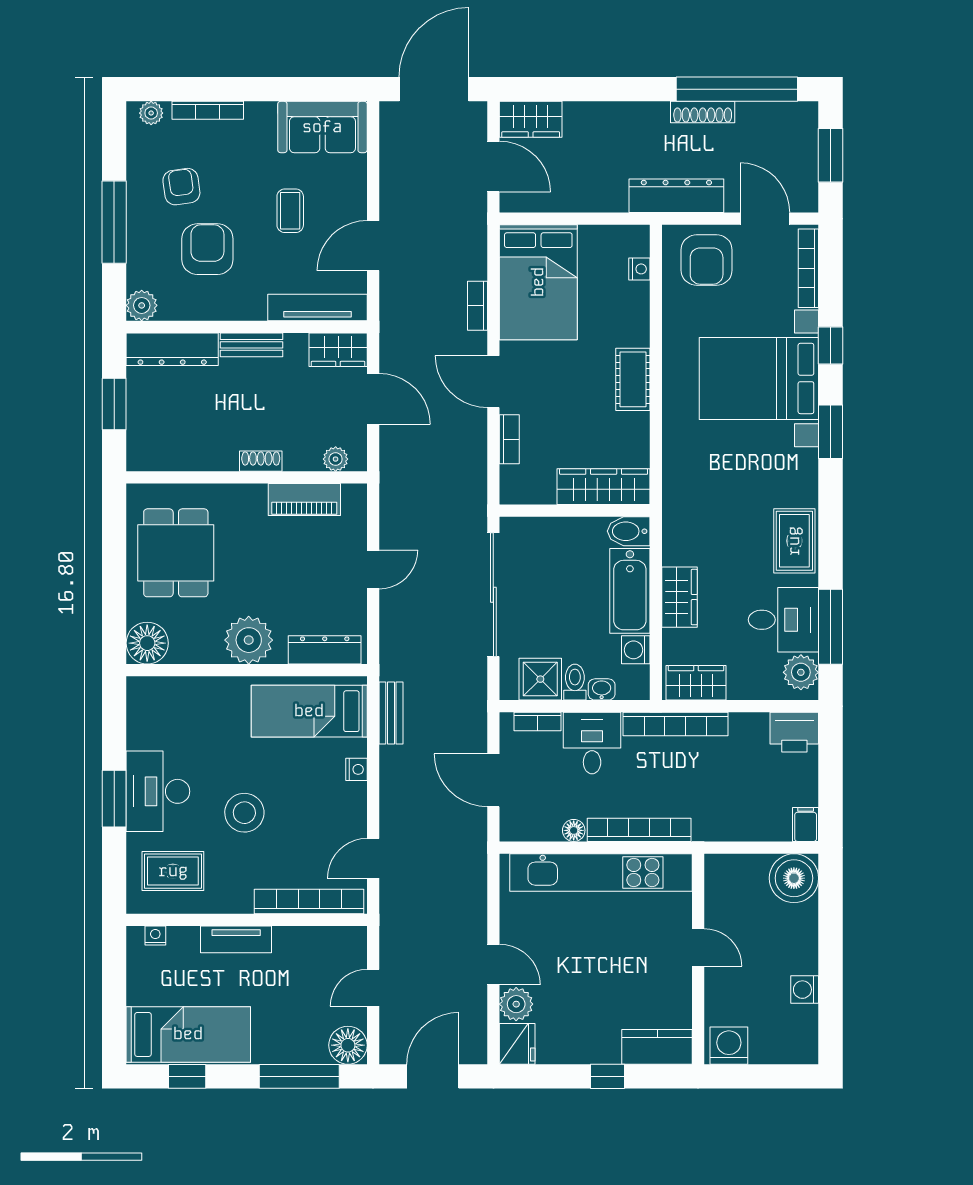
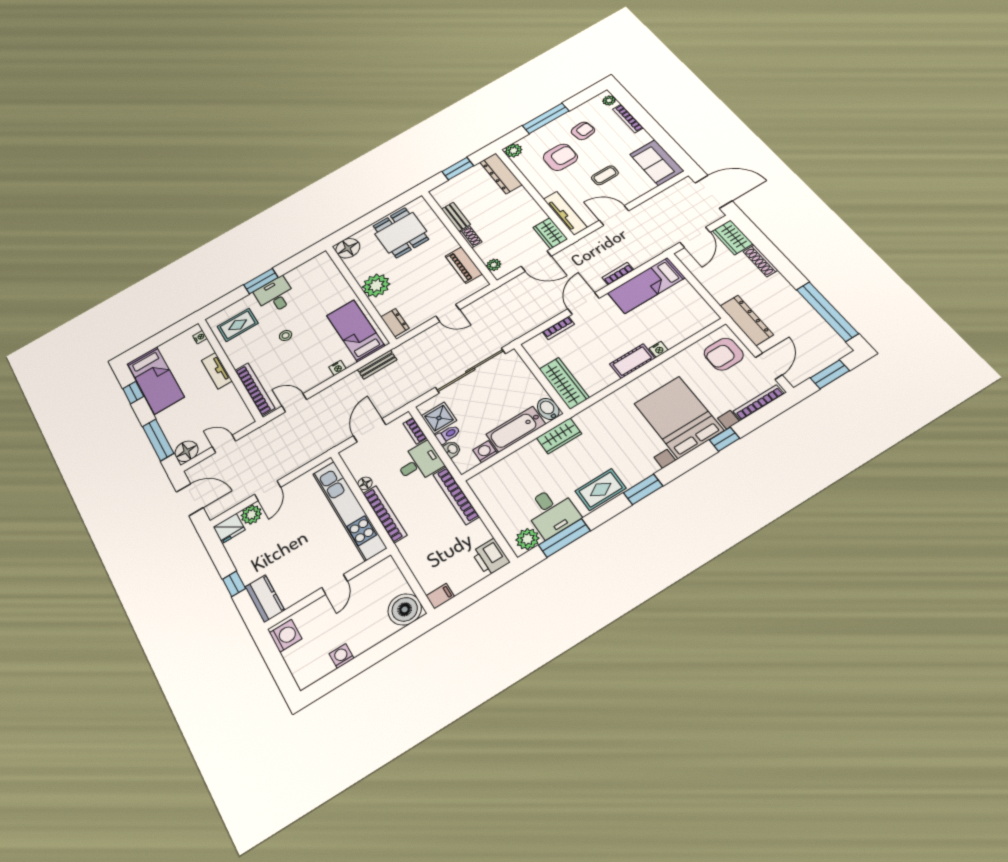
shoe rack: (703, 112) -> (760, 261), moved
nightstand: (639, 269) -> (659, 349), moved
bed: (538, 282) -> (646, 285), width x0.67
bench: (252, 345) -> (456, 217), moved
door: (373, 399) -> (536, 261), hinge flipped
window: (831, 432) -> (643, 489), moved
dining table: (176, 553) -> (401, 233), turned 90
wardrobe: (680, 597) -> (559, 436), moved
dresser: (325, 650) -> (395, 323), width x0.70
wardrobe: (696, 683) -> (486, 491), removed
desk: (158, 791) -> (275, 295), width x0.73
stool: (244, 813) -> (286, 336), width x0.53, depth x0.53
rug: (173, 871) -> (238, 325), turned 90

